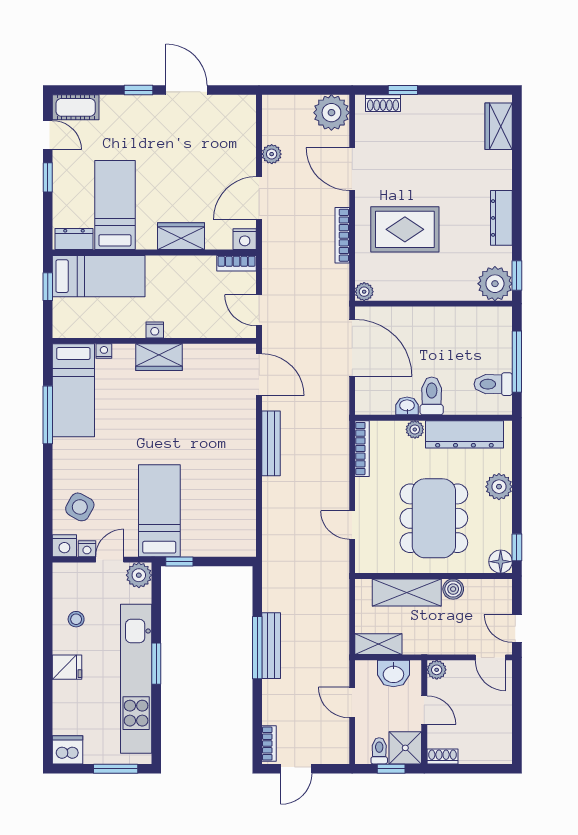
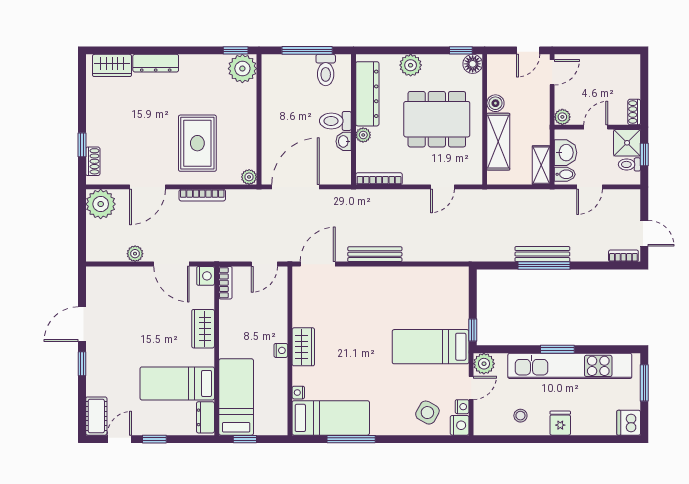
dresser: (501, 218) -> (156, 63), moved
door: (110, 560) -> (471, 388), swing flipped
bidet: (367, 673) -> (565, 174), added

